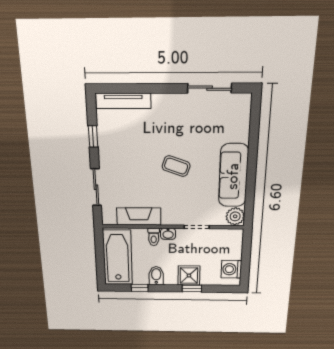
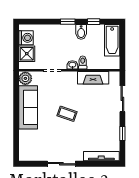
sliding door: (210, 88) -> (61, 164), moved
bathtub: (118, 258) -> (112, 40), width x0.73, depth x0.73
shower: (189, 276) -> (27, 54), moved
window: (192, 288) -> (68, 22), moved

